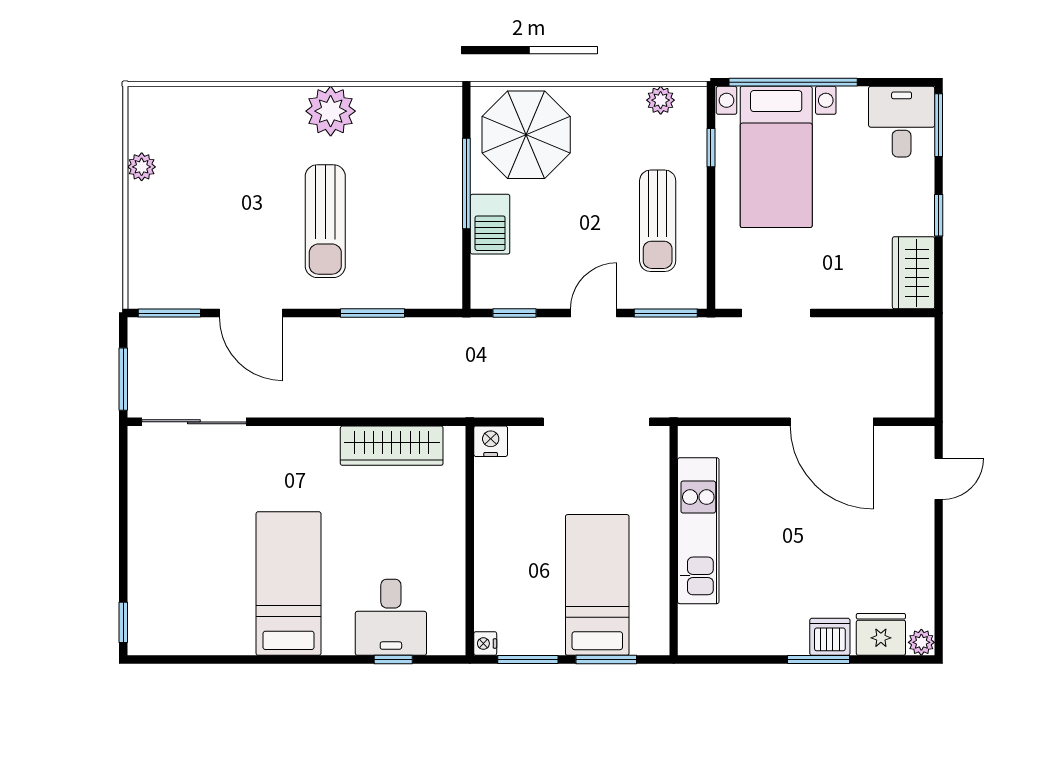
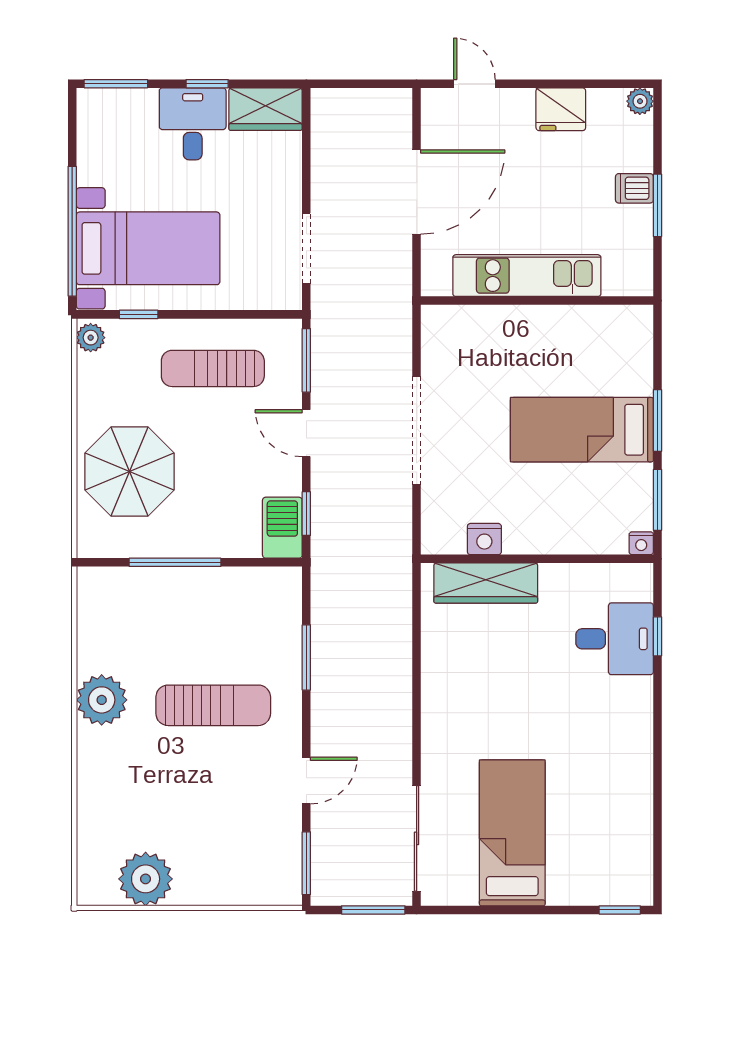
plant: (661, 100) -> (91, 338), moved
desk: (902, 122) -> (193, 124), moved, turned 90
parasol: (526, 135) -> (130, 471), moved
plant: (142, 167) -> (146, 879), width x1.87, depth x1.87
sun lounger: (658, 221) -> (213, 368), turned 180
barbecue: (490, 224) -> (282, 528), moved, turned -90
door: (251, 313) -> (306, 781), width x0.73
nightstand: (491, 441) -> (484, 539), moved, turned -90
wardrobe: (392, 446) -> (486, 583), moved, turned 90
kitchen unit: (698, 531) -> (527, 276), moved
wall: (674, 541) -> (537, 301), moved
bed: (289, 584) -> (512, 833), moved, turned 90
fridge: (881, 634) -> (561, 109), moved, turned -90
dishwasher: (830, 637) -> (634, 188), width x0.73

